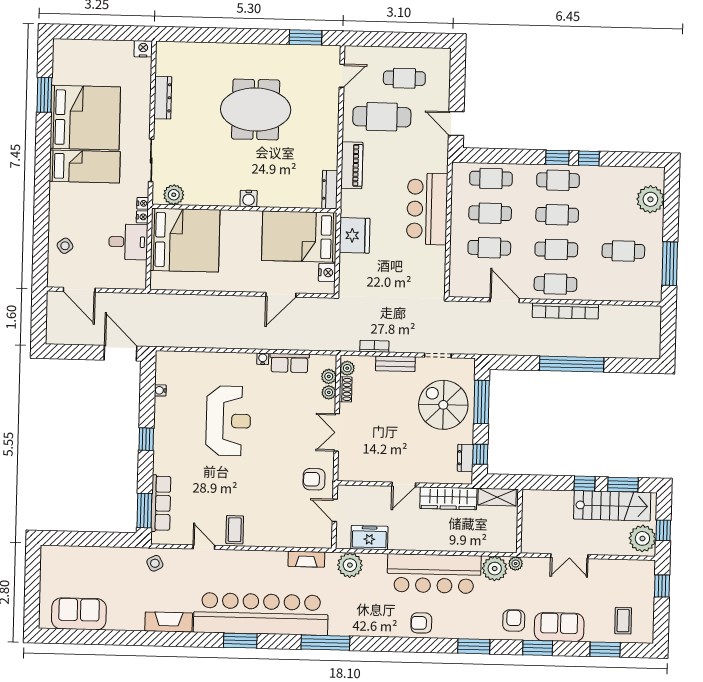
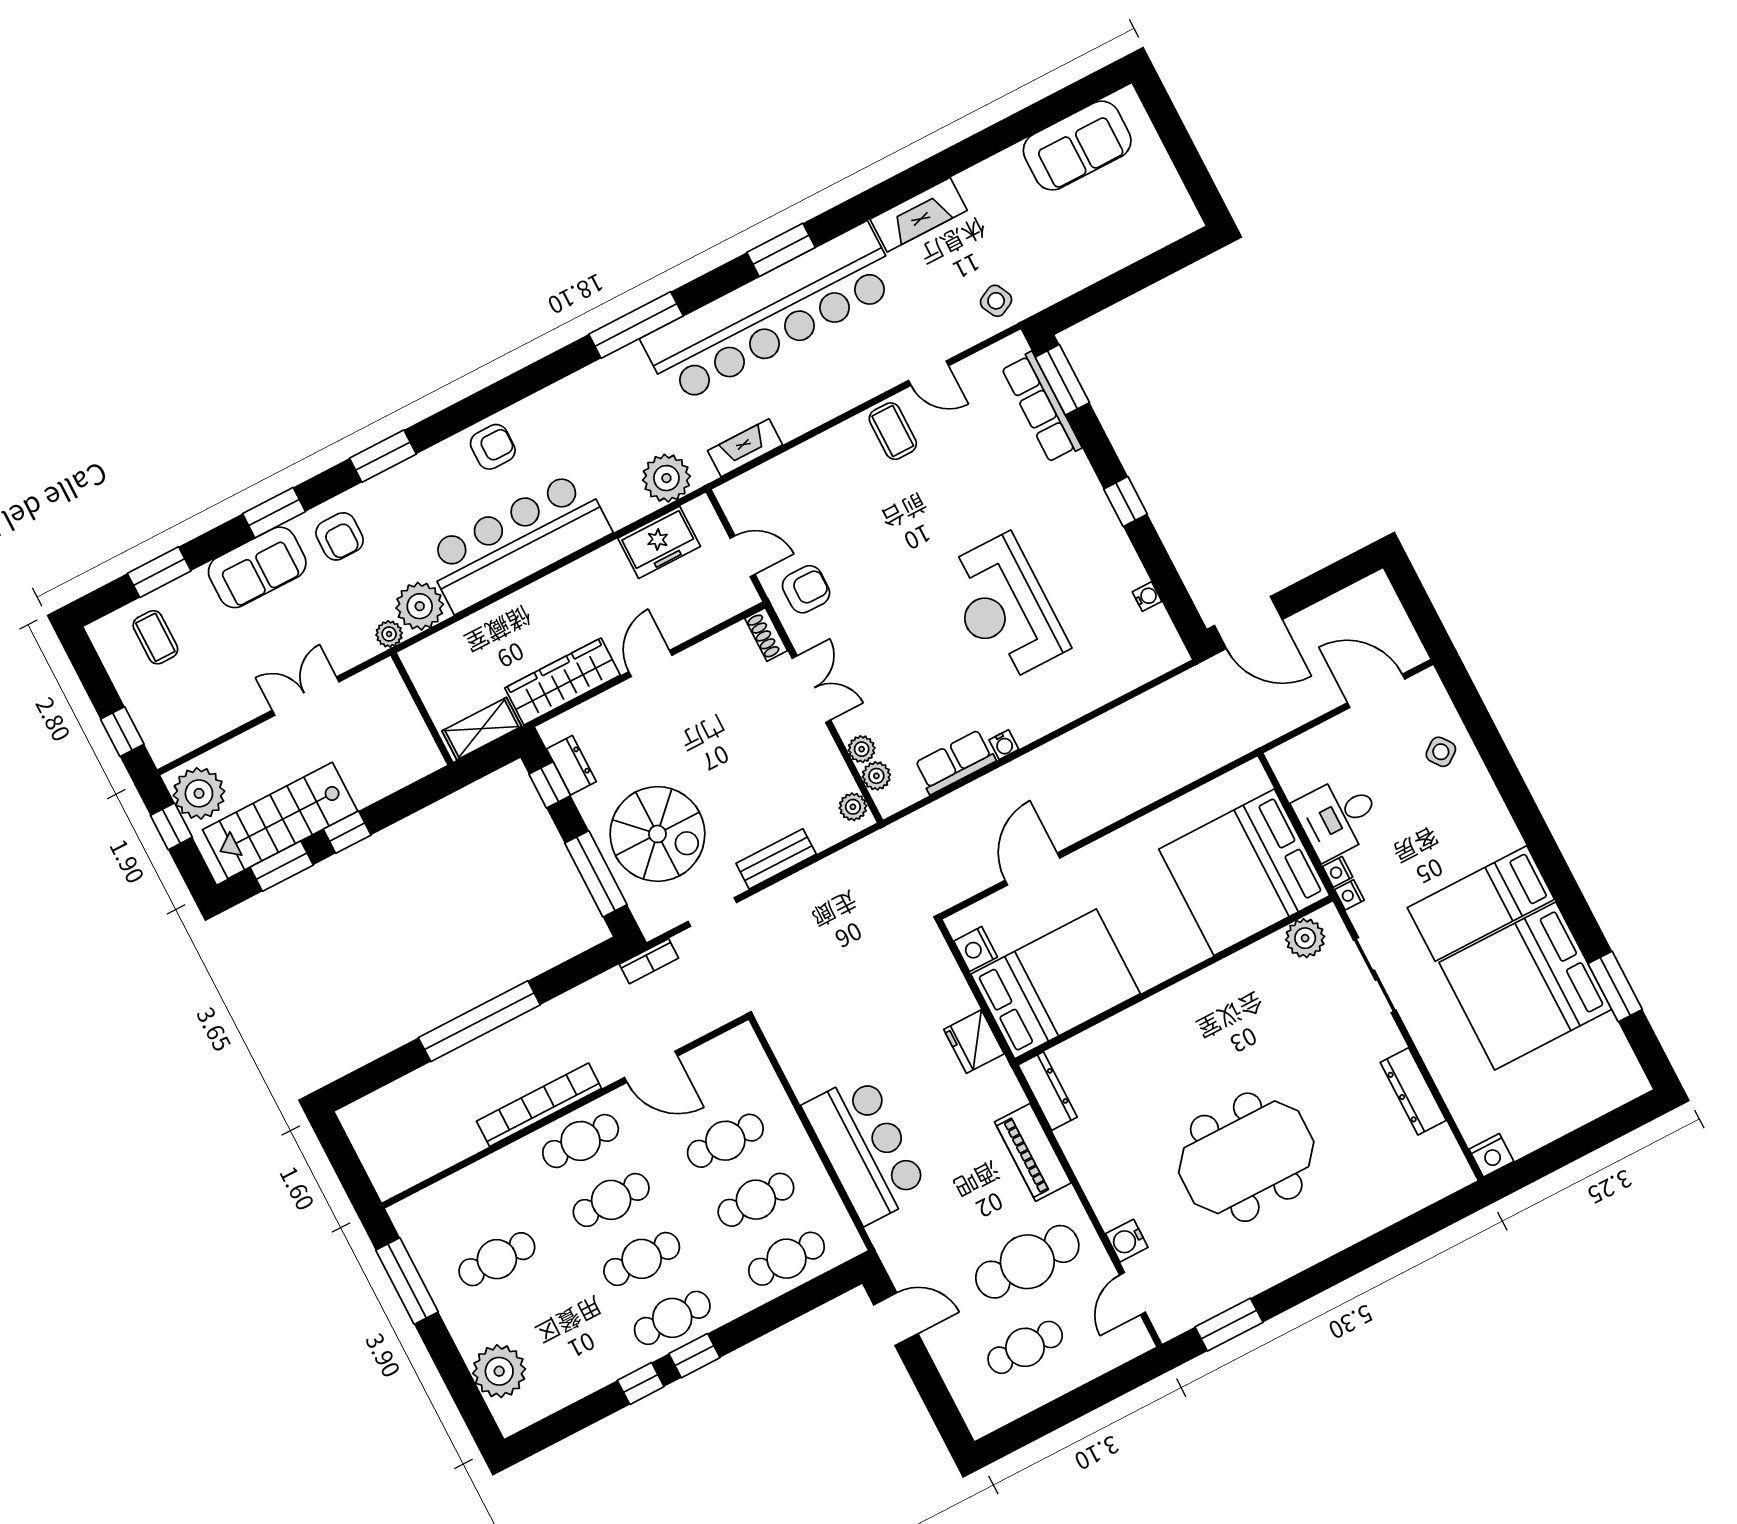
water cooler: (249, 198) -> (1127, 1241), moved, turned -90
fridge: (355, 235) -> (974, 1042), width x0.73, depth x0.75
bookcase: (374, 346) -> (649, 961), moved
shoe rack: (346, 389) -> (766, 635), moved

